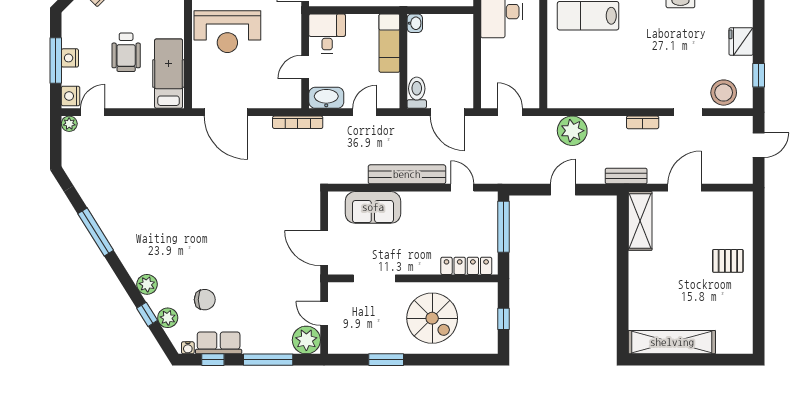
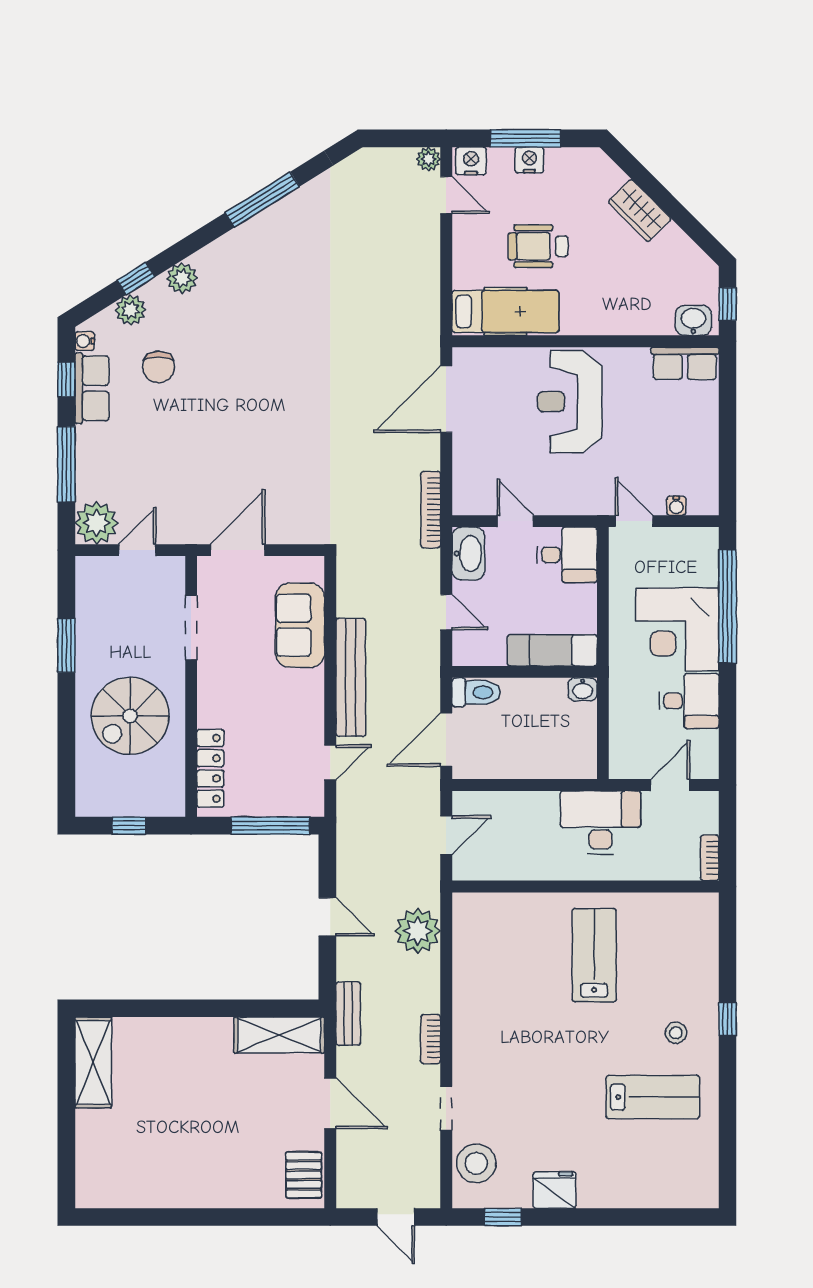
pallet: (728, 261) -> (304, 1175), moved
shelving: (672, 342) -> (93, 1062), width x0.68

